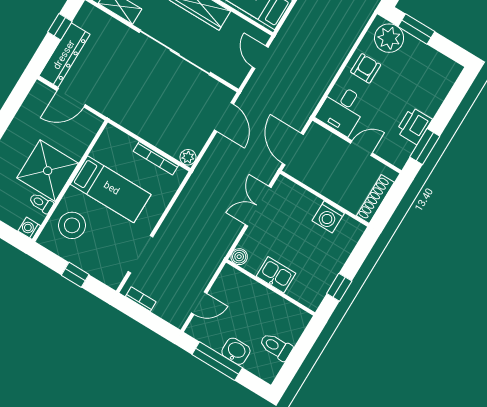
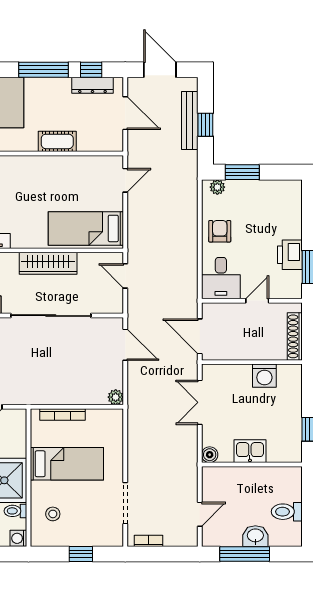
plant: (389, 38) -> (217, 187), width x0.53, depth x0.53
bookcase: (156, 158) -> (62, 414), moved
stool: (72, 225) -> (53, 514), width x0.53, depth x0.53

